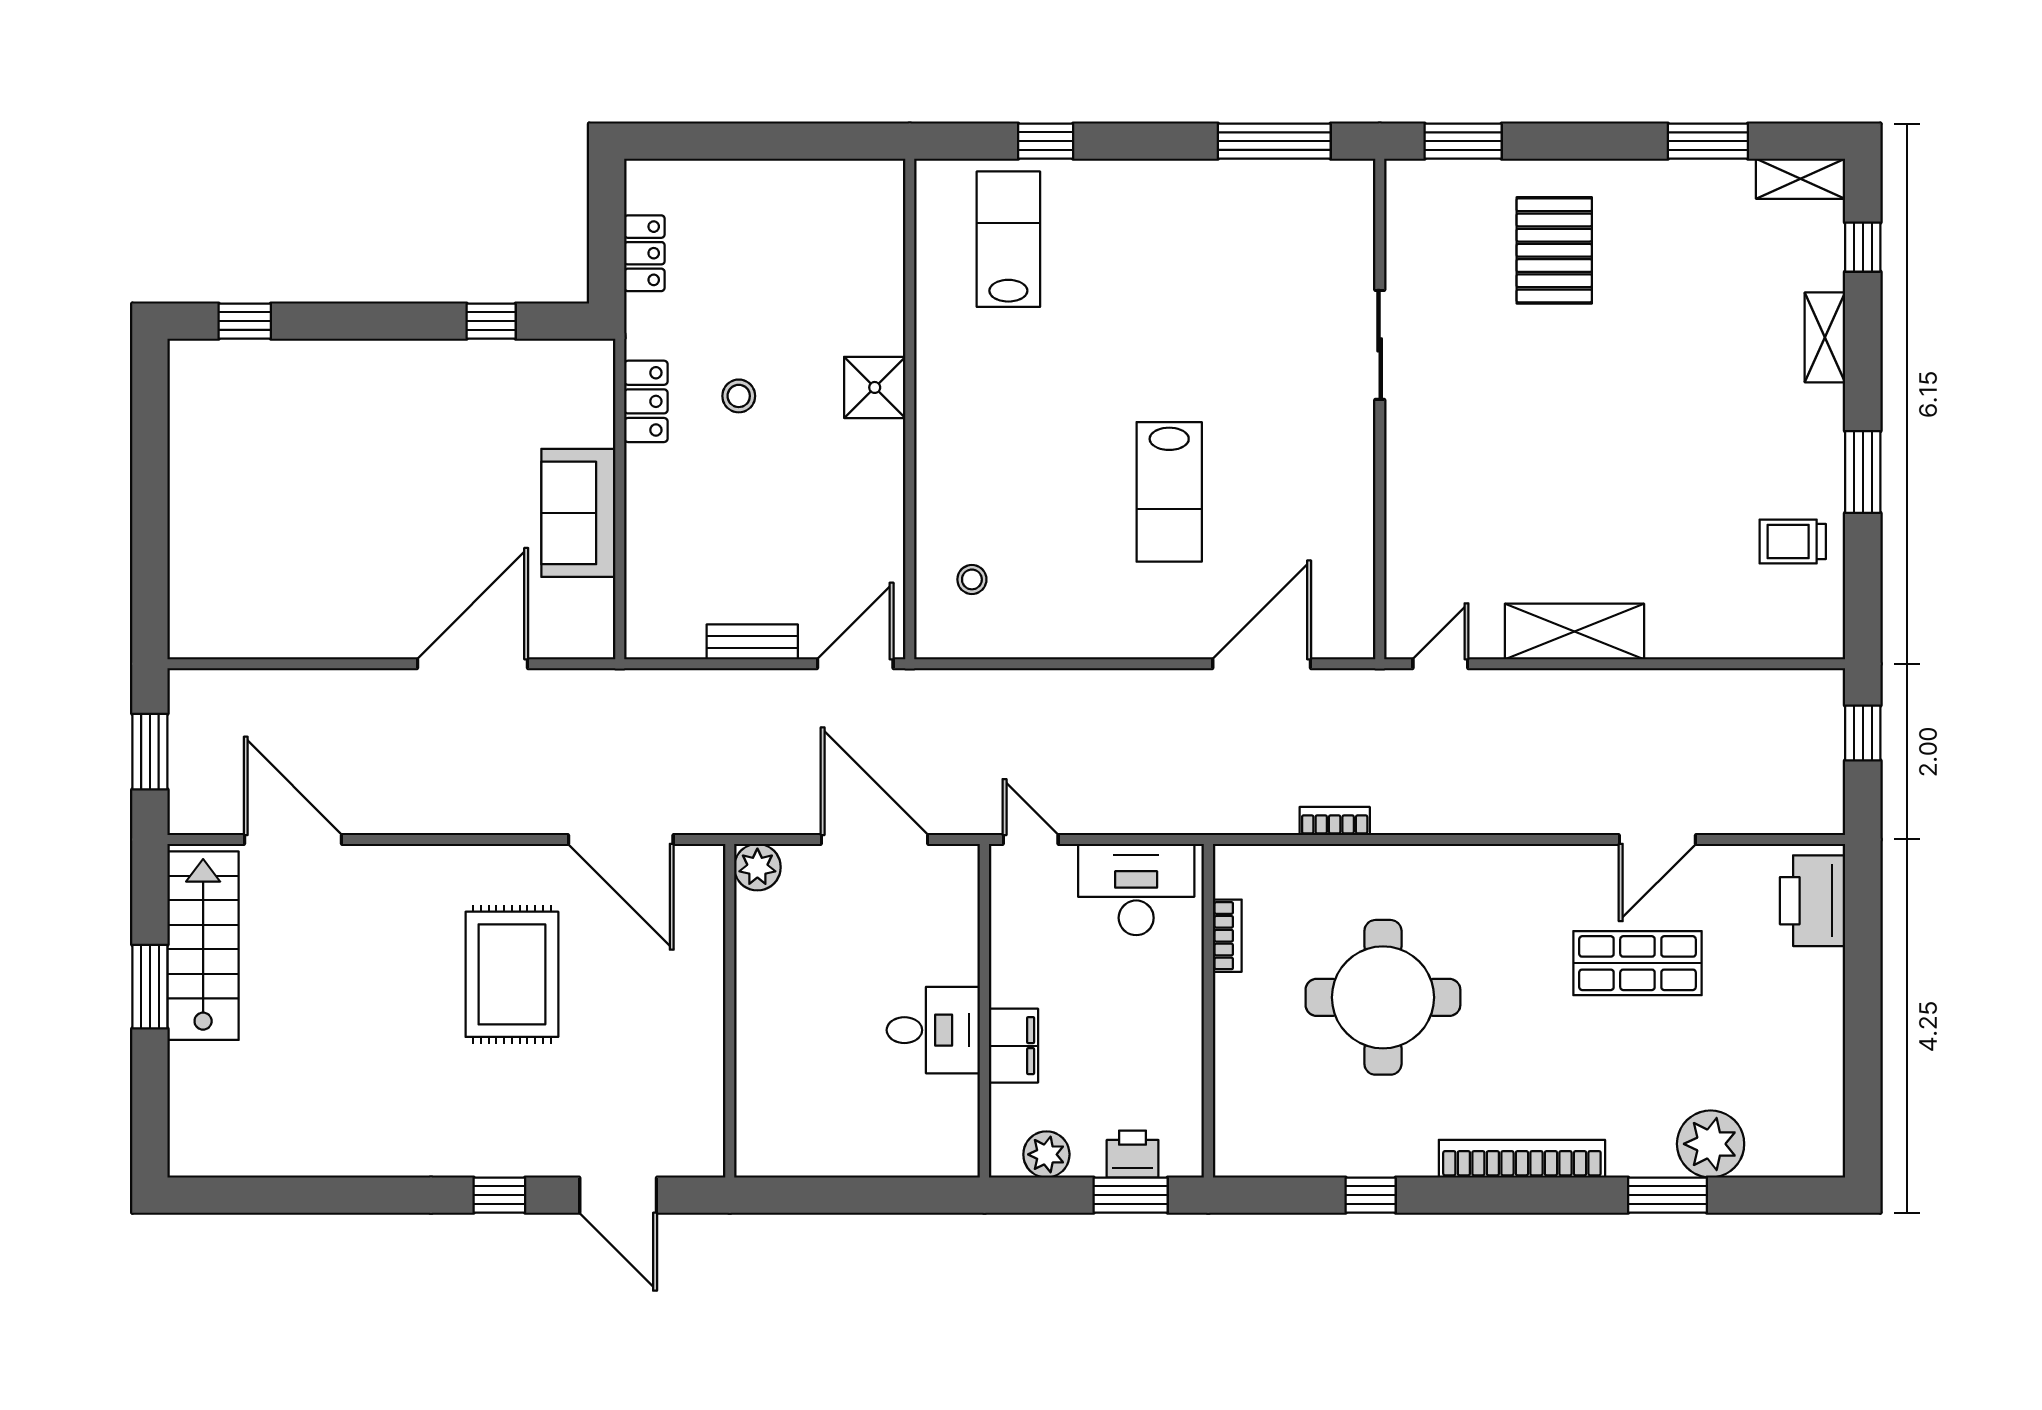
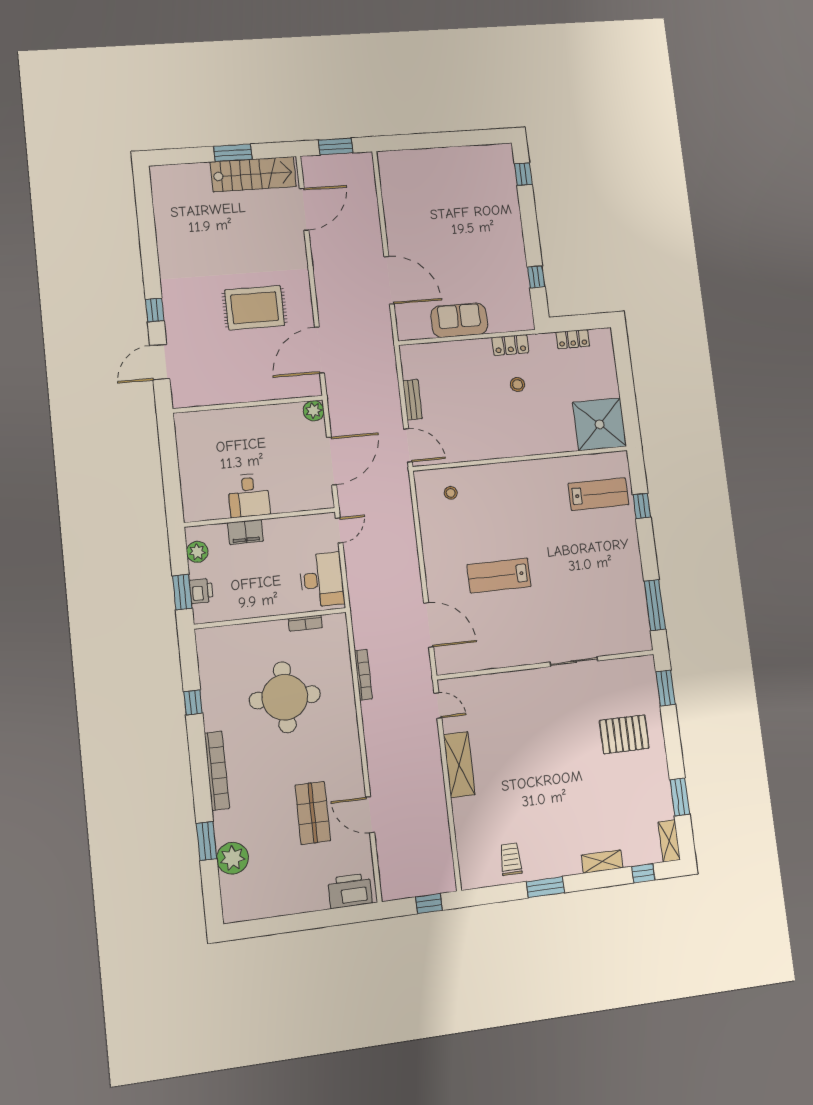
shower: (875, 387) -> (600, 424), moved, width x1.86, depth x1.86
bookcase: (1335, 821) -> (363, 675), width x1.56

